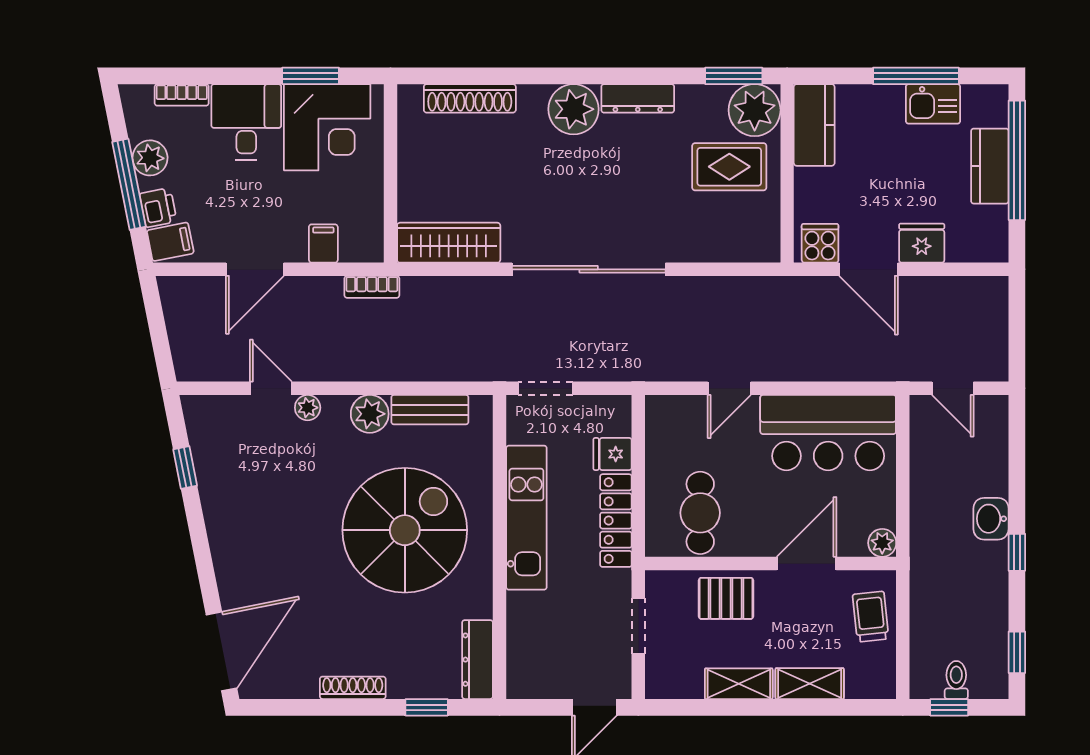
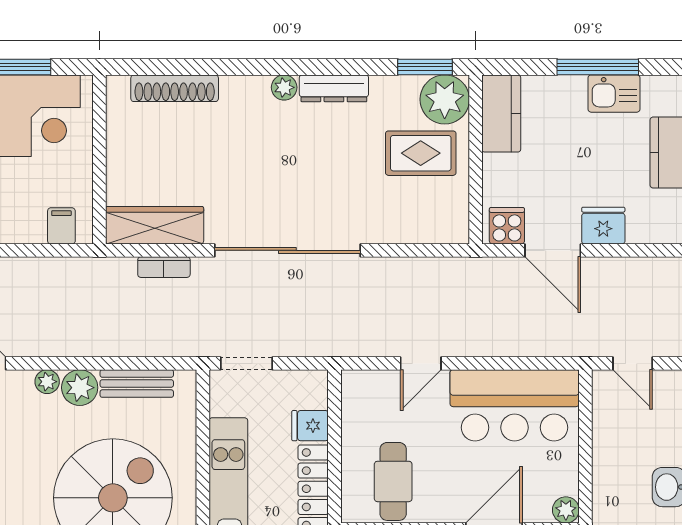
plant: (574, 109) -> (284, 87), width x0.53, depth x0.53
filing cabinet: (323, 243) -> (61, 226), moved
bookcase: (372, 287) -> (164, 267), moved
plant: (308, 408) -> (47, 382), moved

